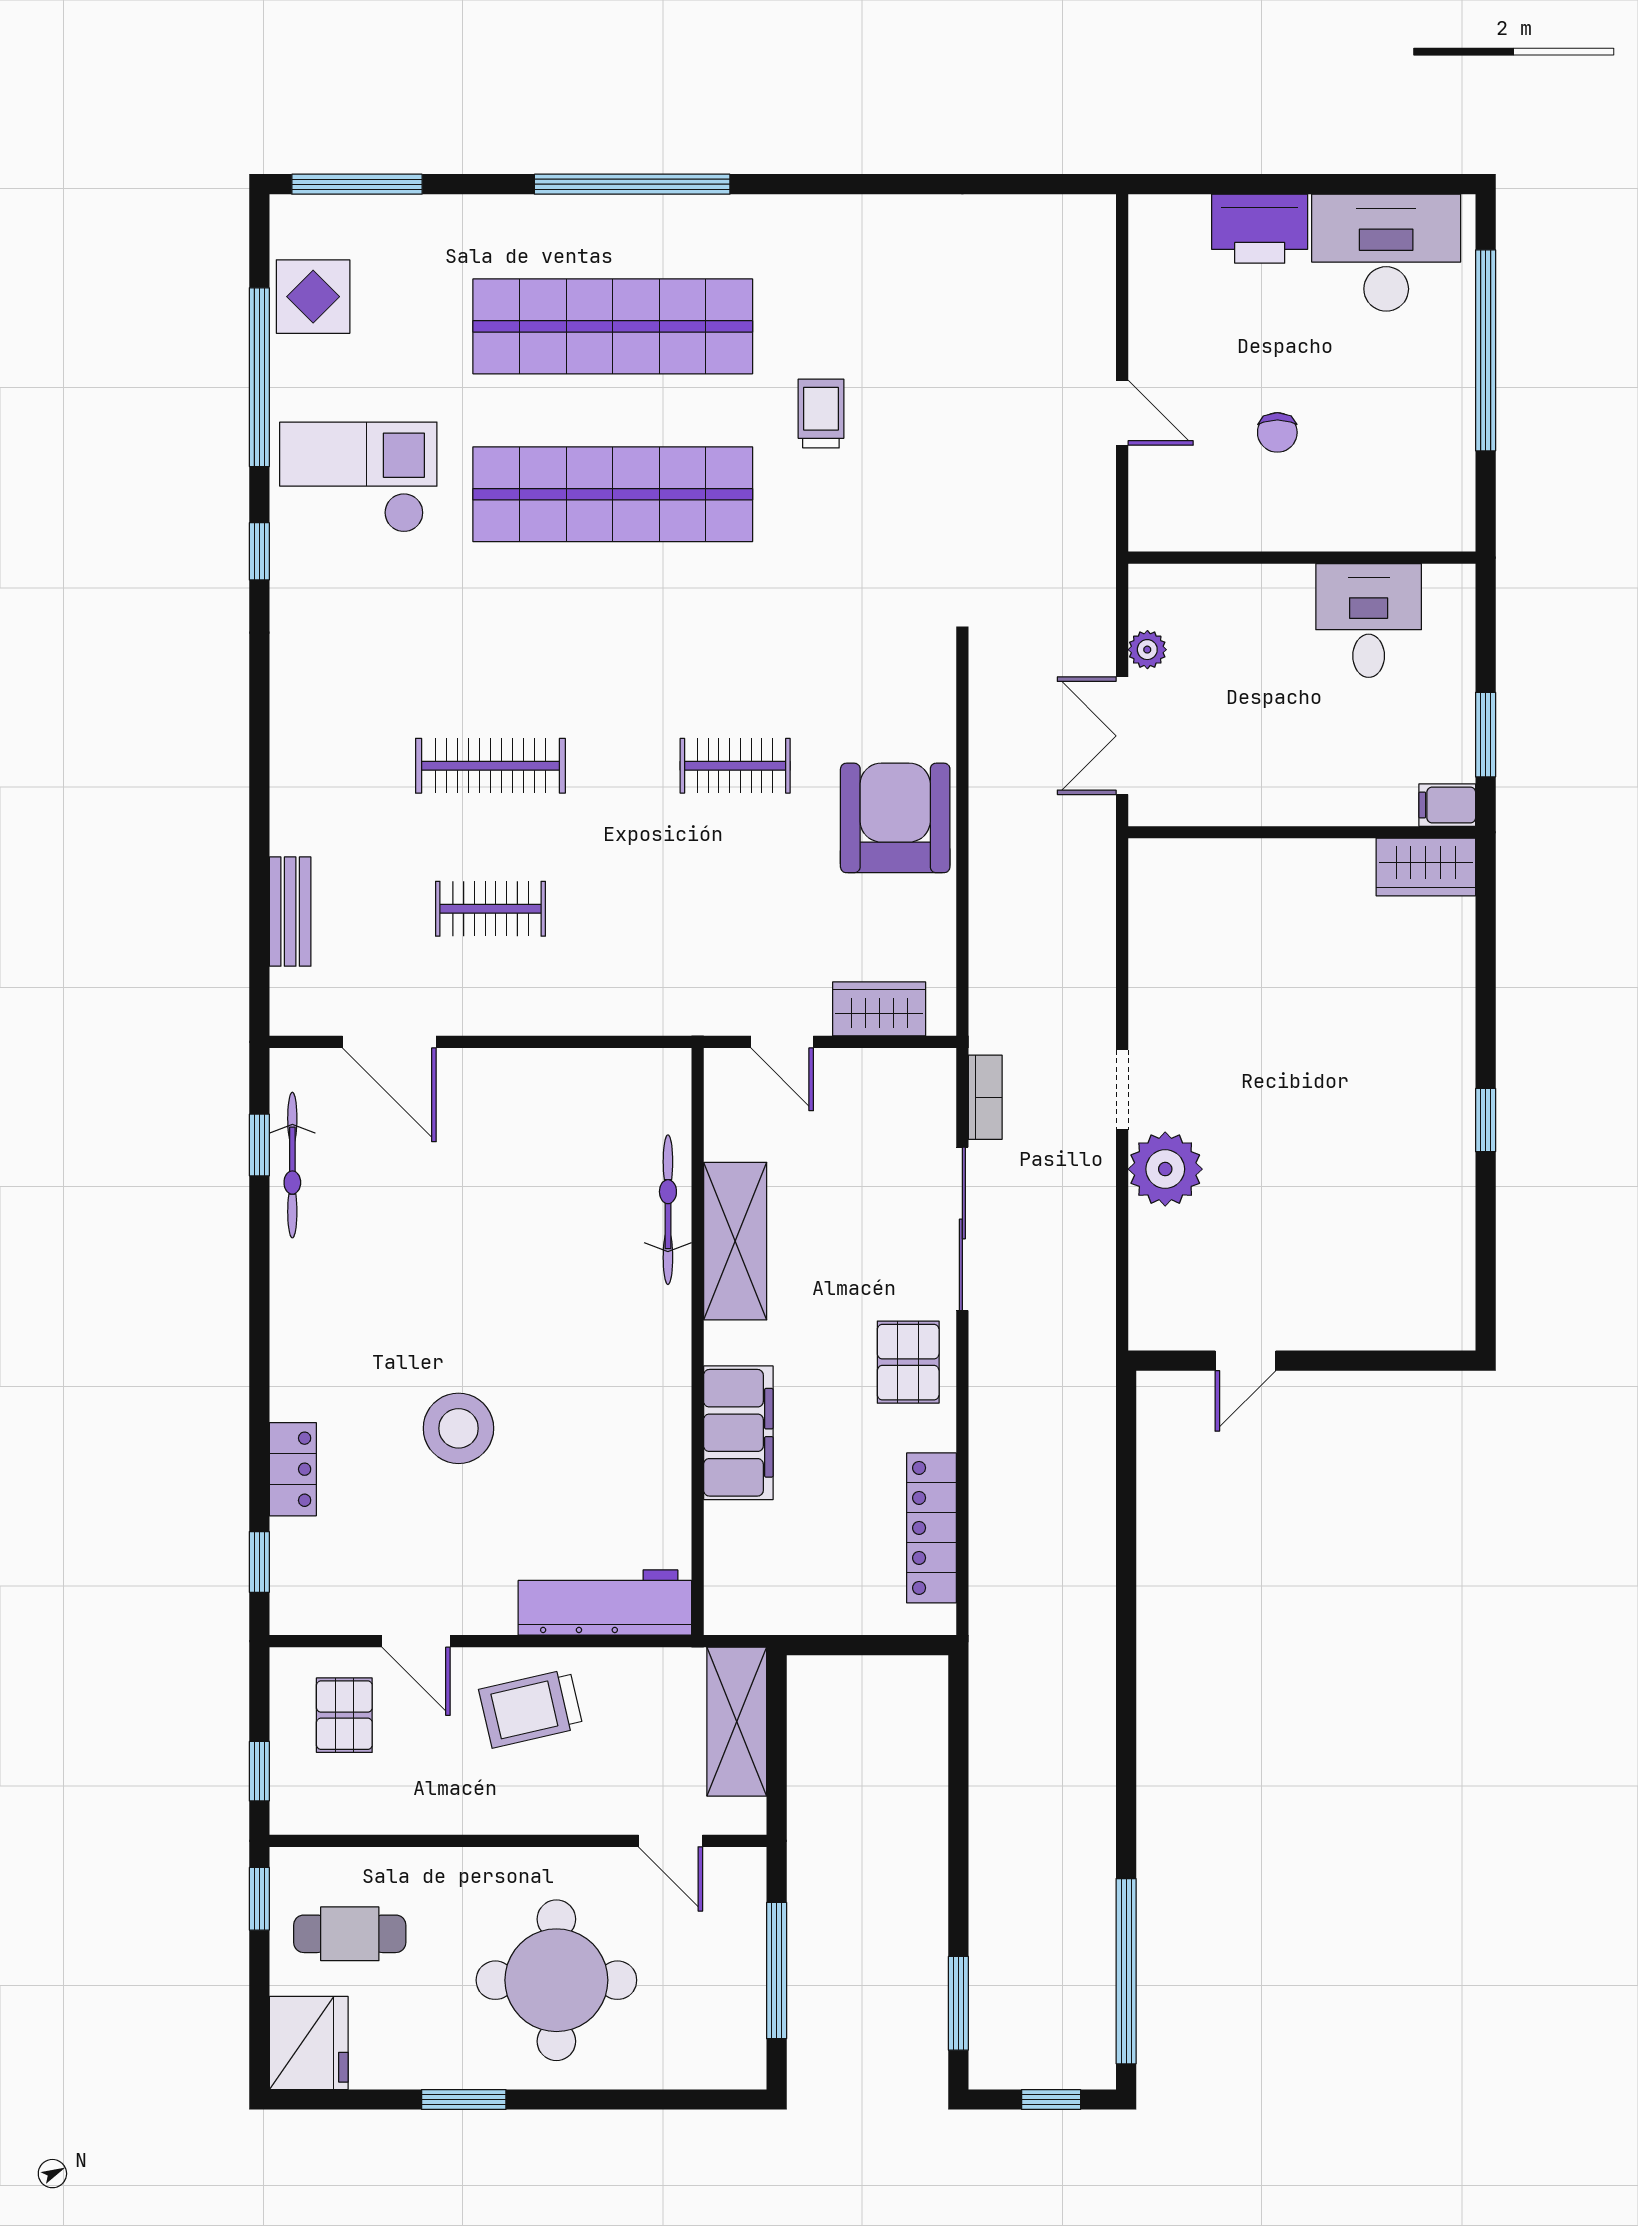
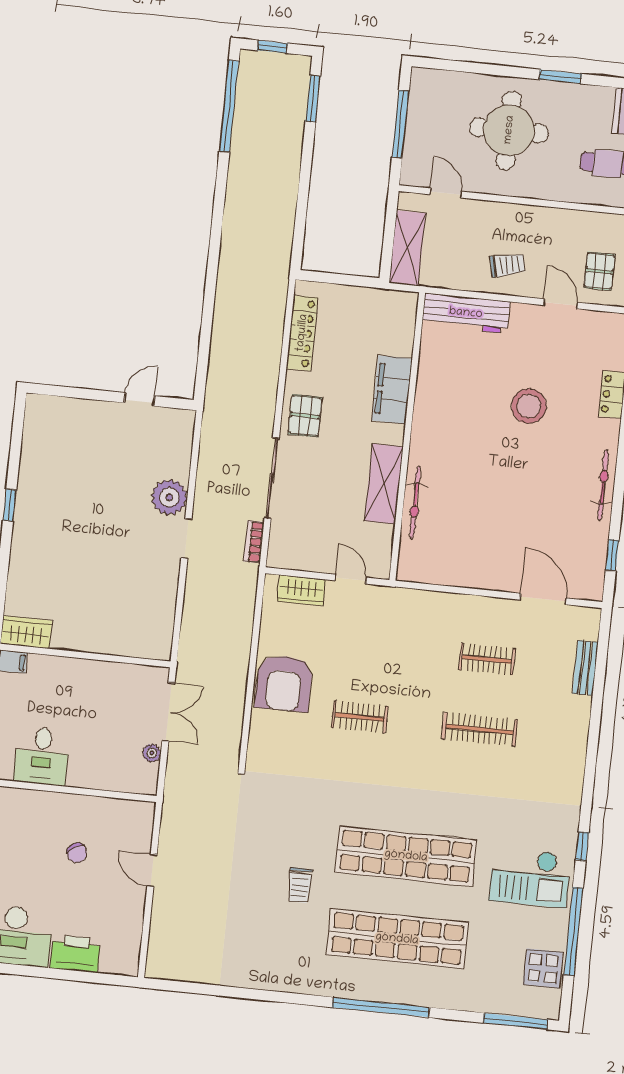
chair: (1277, 432) -> (77, 853), turned 151
bicycle: (292, 1165) -> (603, 485), moved
trolley: (531, 1708) -> (508, 265), width x0.73, depth x0.72

